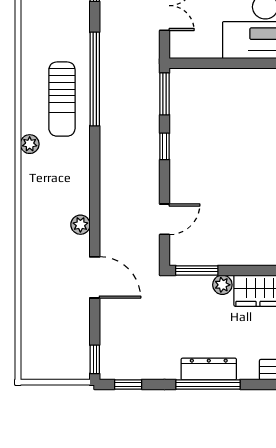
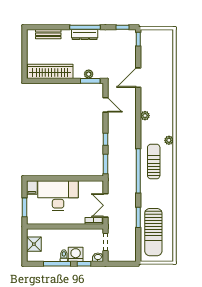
door: (165, 219) -> (105, 105), swing flipped
plant: (80, 225) -> (145, 116), moved
door: (95, 277) -> (138, 78), hinge flipped
plant: (222, 285) -> (89, 74), moved

